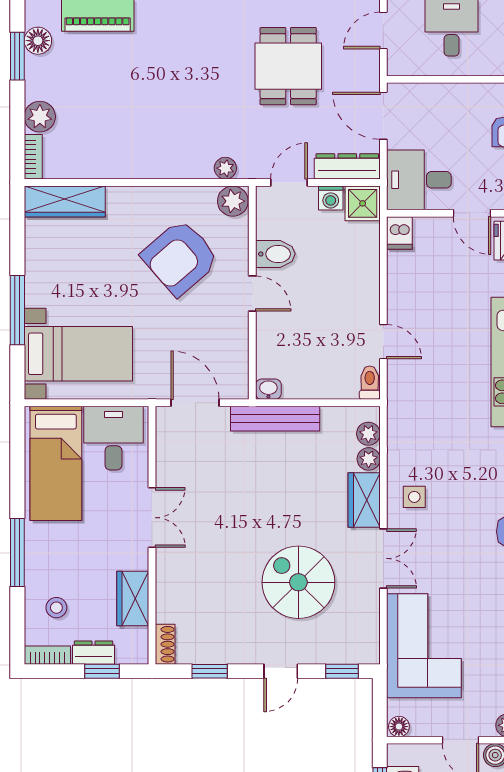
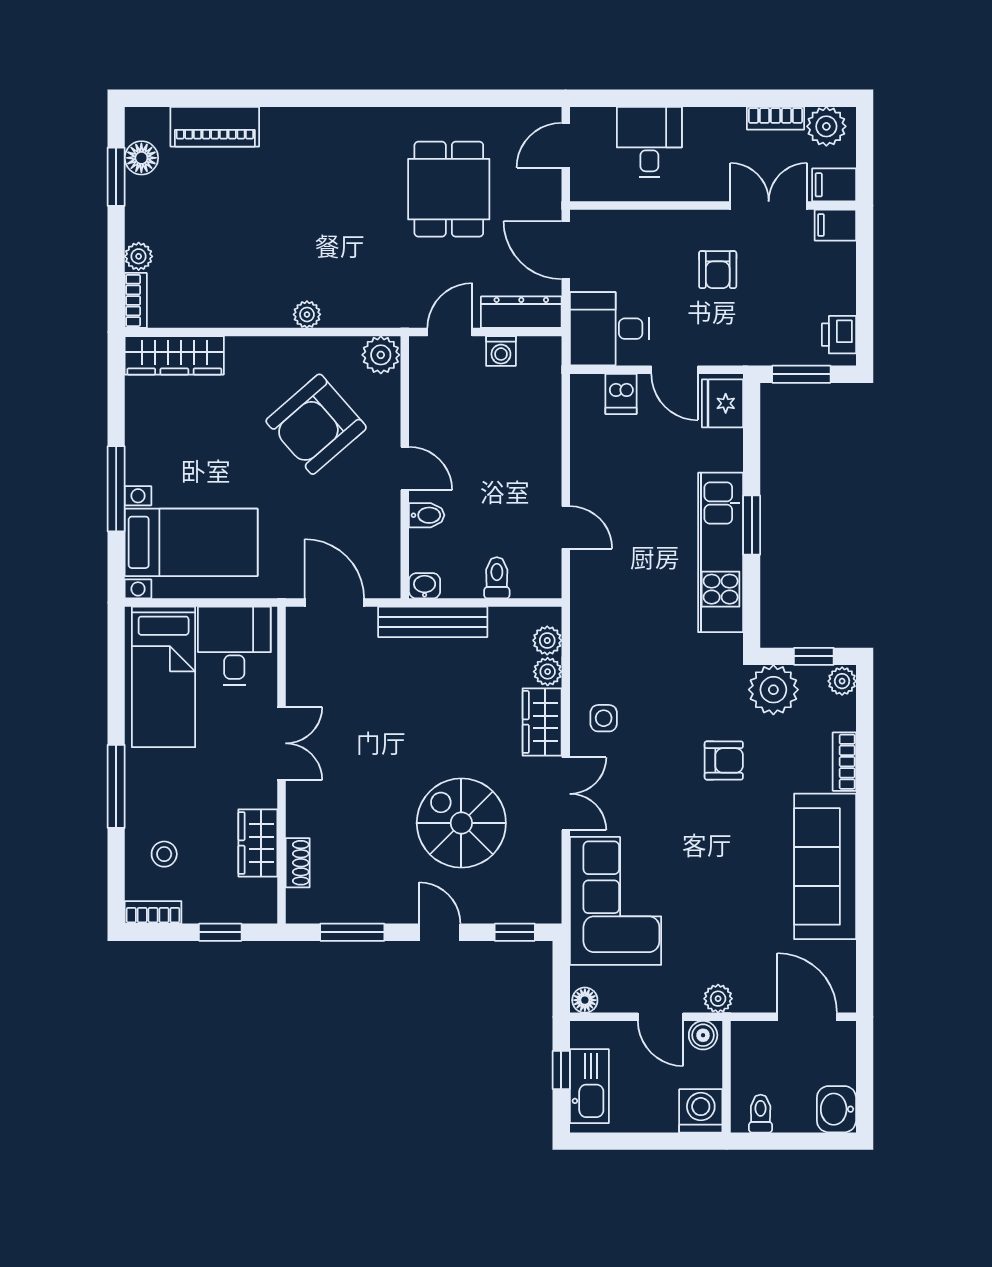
plant: (40, 117) -> (139, 256), width x0.73, depth x0.73
plant: (225, 168) -> (307, 314), moved
shower: (363, 203) -> (540, 358), removed
dishwasher: (399, 233) -> (621, 394), moved
bidet: (275, 254) -> (427, 515), moved, width x0.72, depth x0.74
toilet: (370, 383) -> (497, 578), moved
shoe rack: (165, 644) -> (298, 863), moved
dresser: (94, 653) -> (210, 909), removed
window: (210, 671) -> (352, 932), width x1.50
door: (281, 671) -> (440, 932), swing flipped

